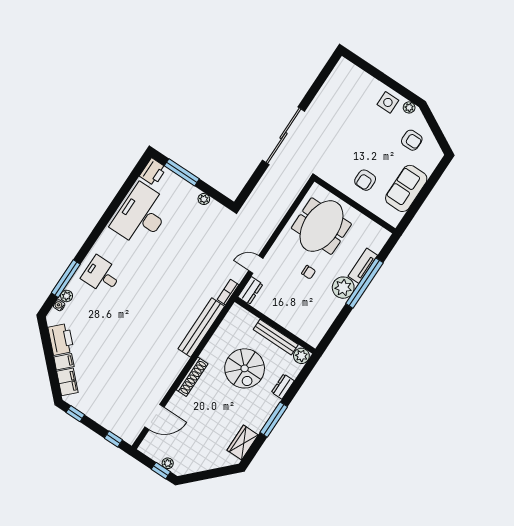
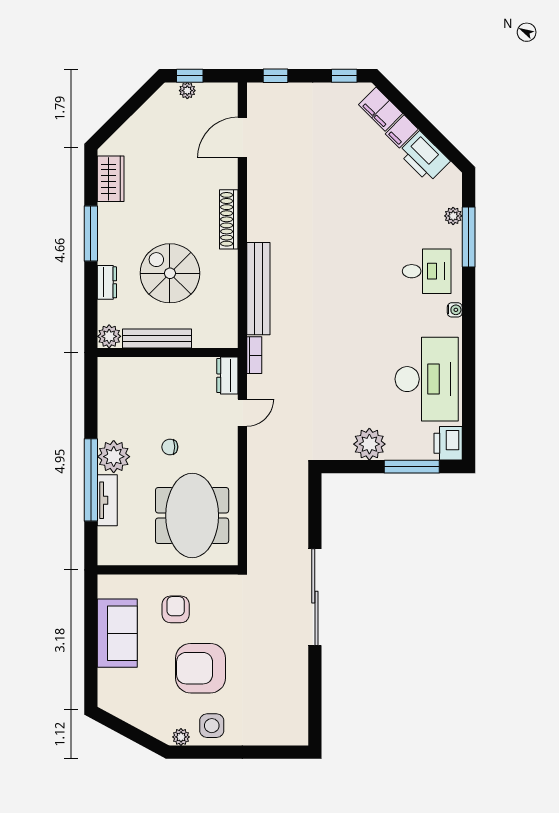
armchair: (412, 140) -> (201, 668), moved, width x1.88, depth x1.88
plant: (204, 199) -> (369, 444), width x1.87, depth x1.87
water cooler: (59, 305) -> (455, 310), moved

